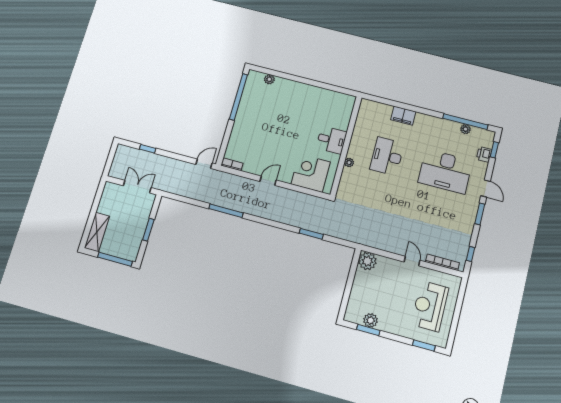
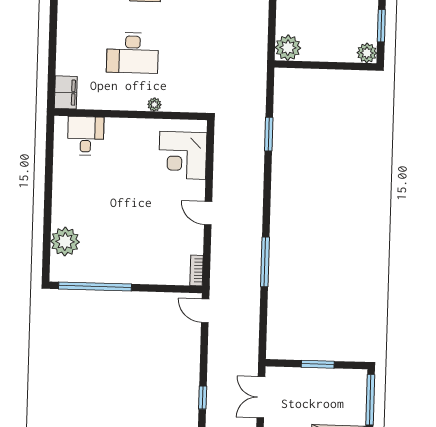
plant: (269, 79) -> (65, 242), width x1.88, depth x1.88
filing cabinet: (403, 116) -> (66, 92), moved
desk: (331, 140) -> (86, 136), moved
plant: (371, 320) -> (367, 53), moved

